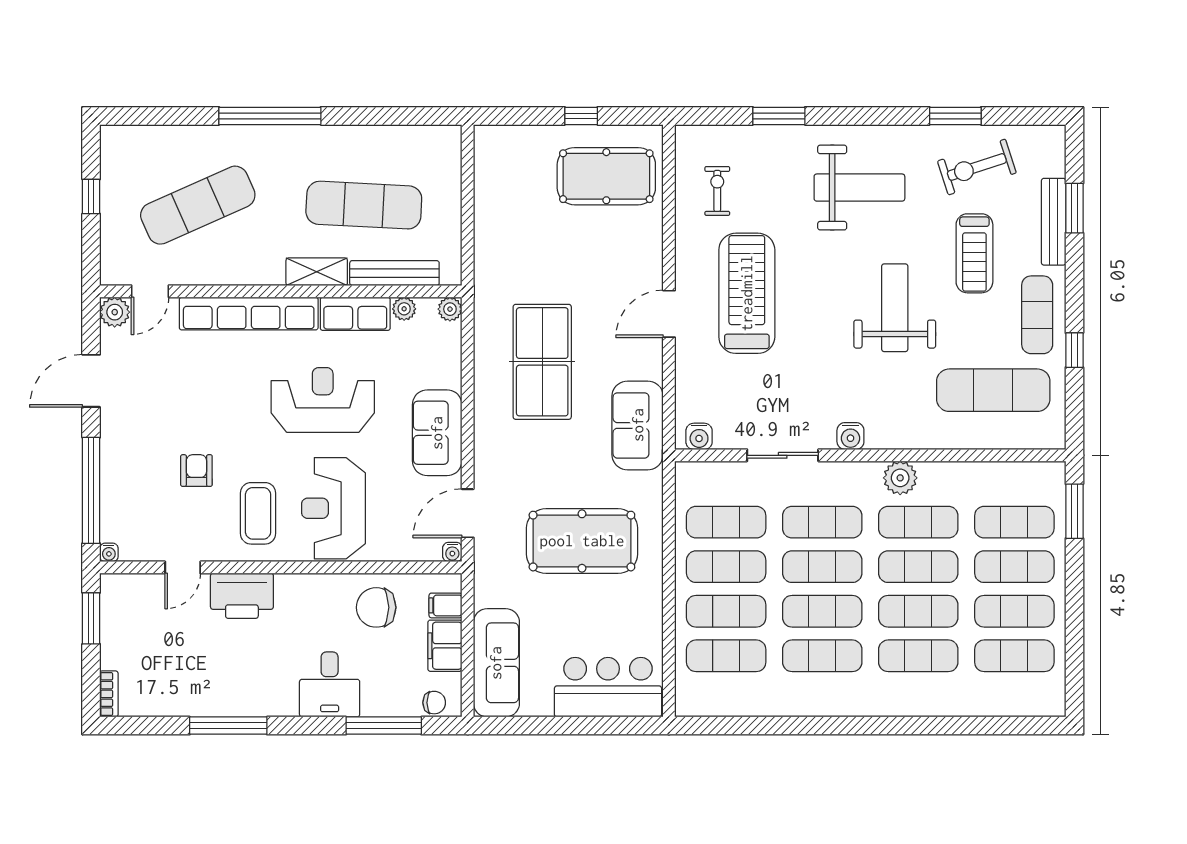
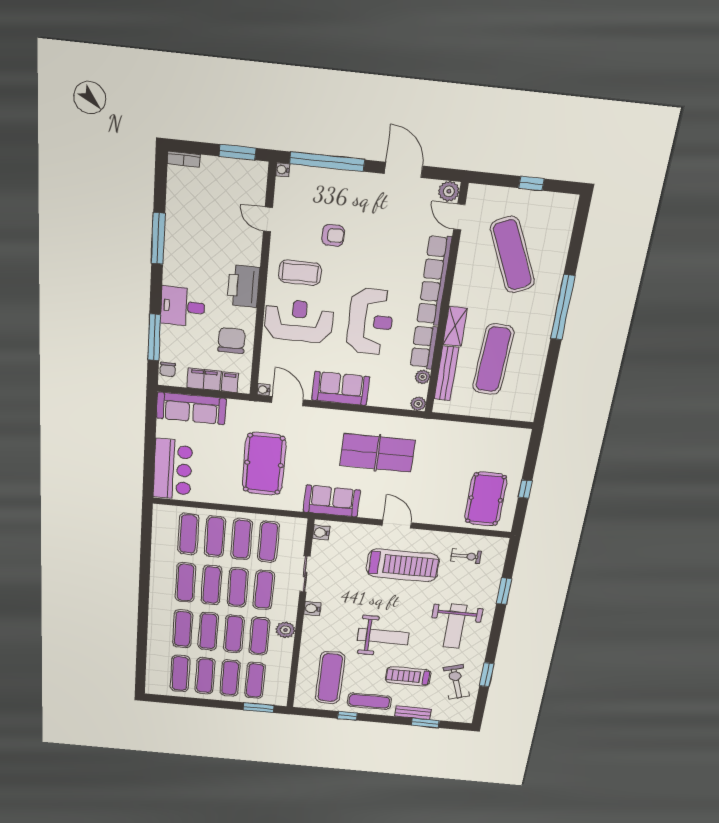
bench: (1054, 222) -> (413, 713), width x0.73
printer: (242, 596) -> (243, 286), moved

